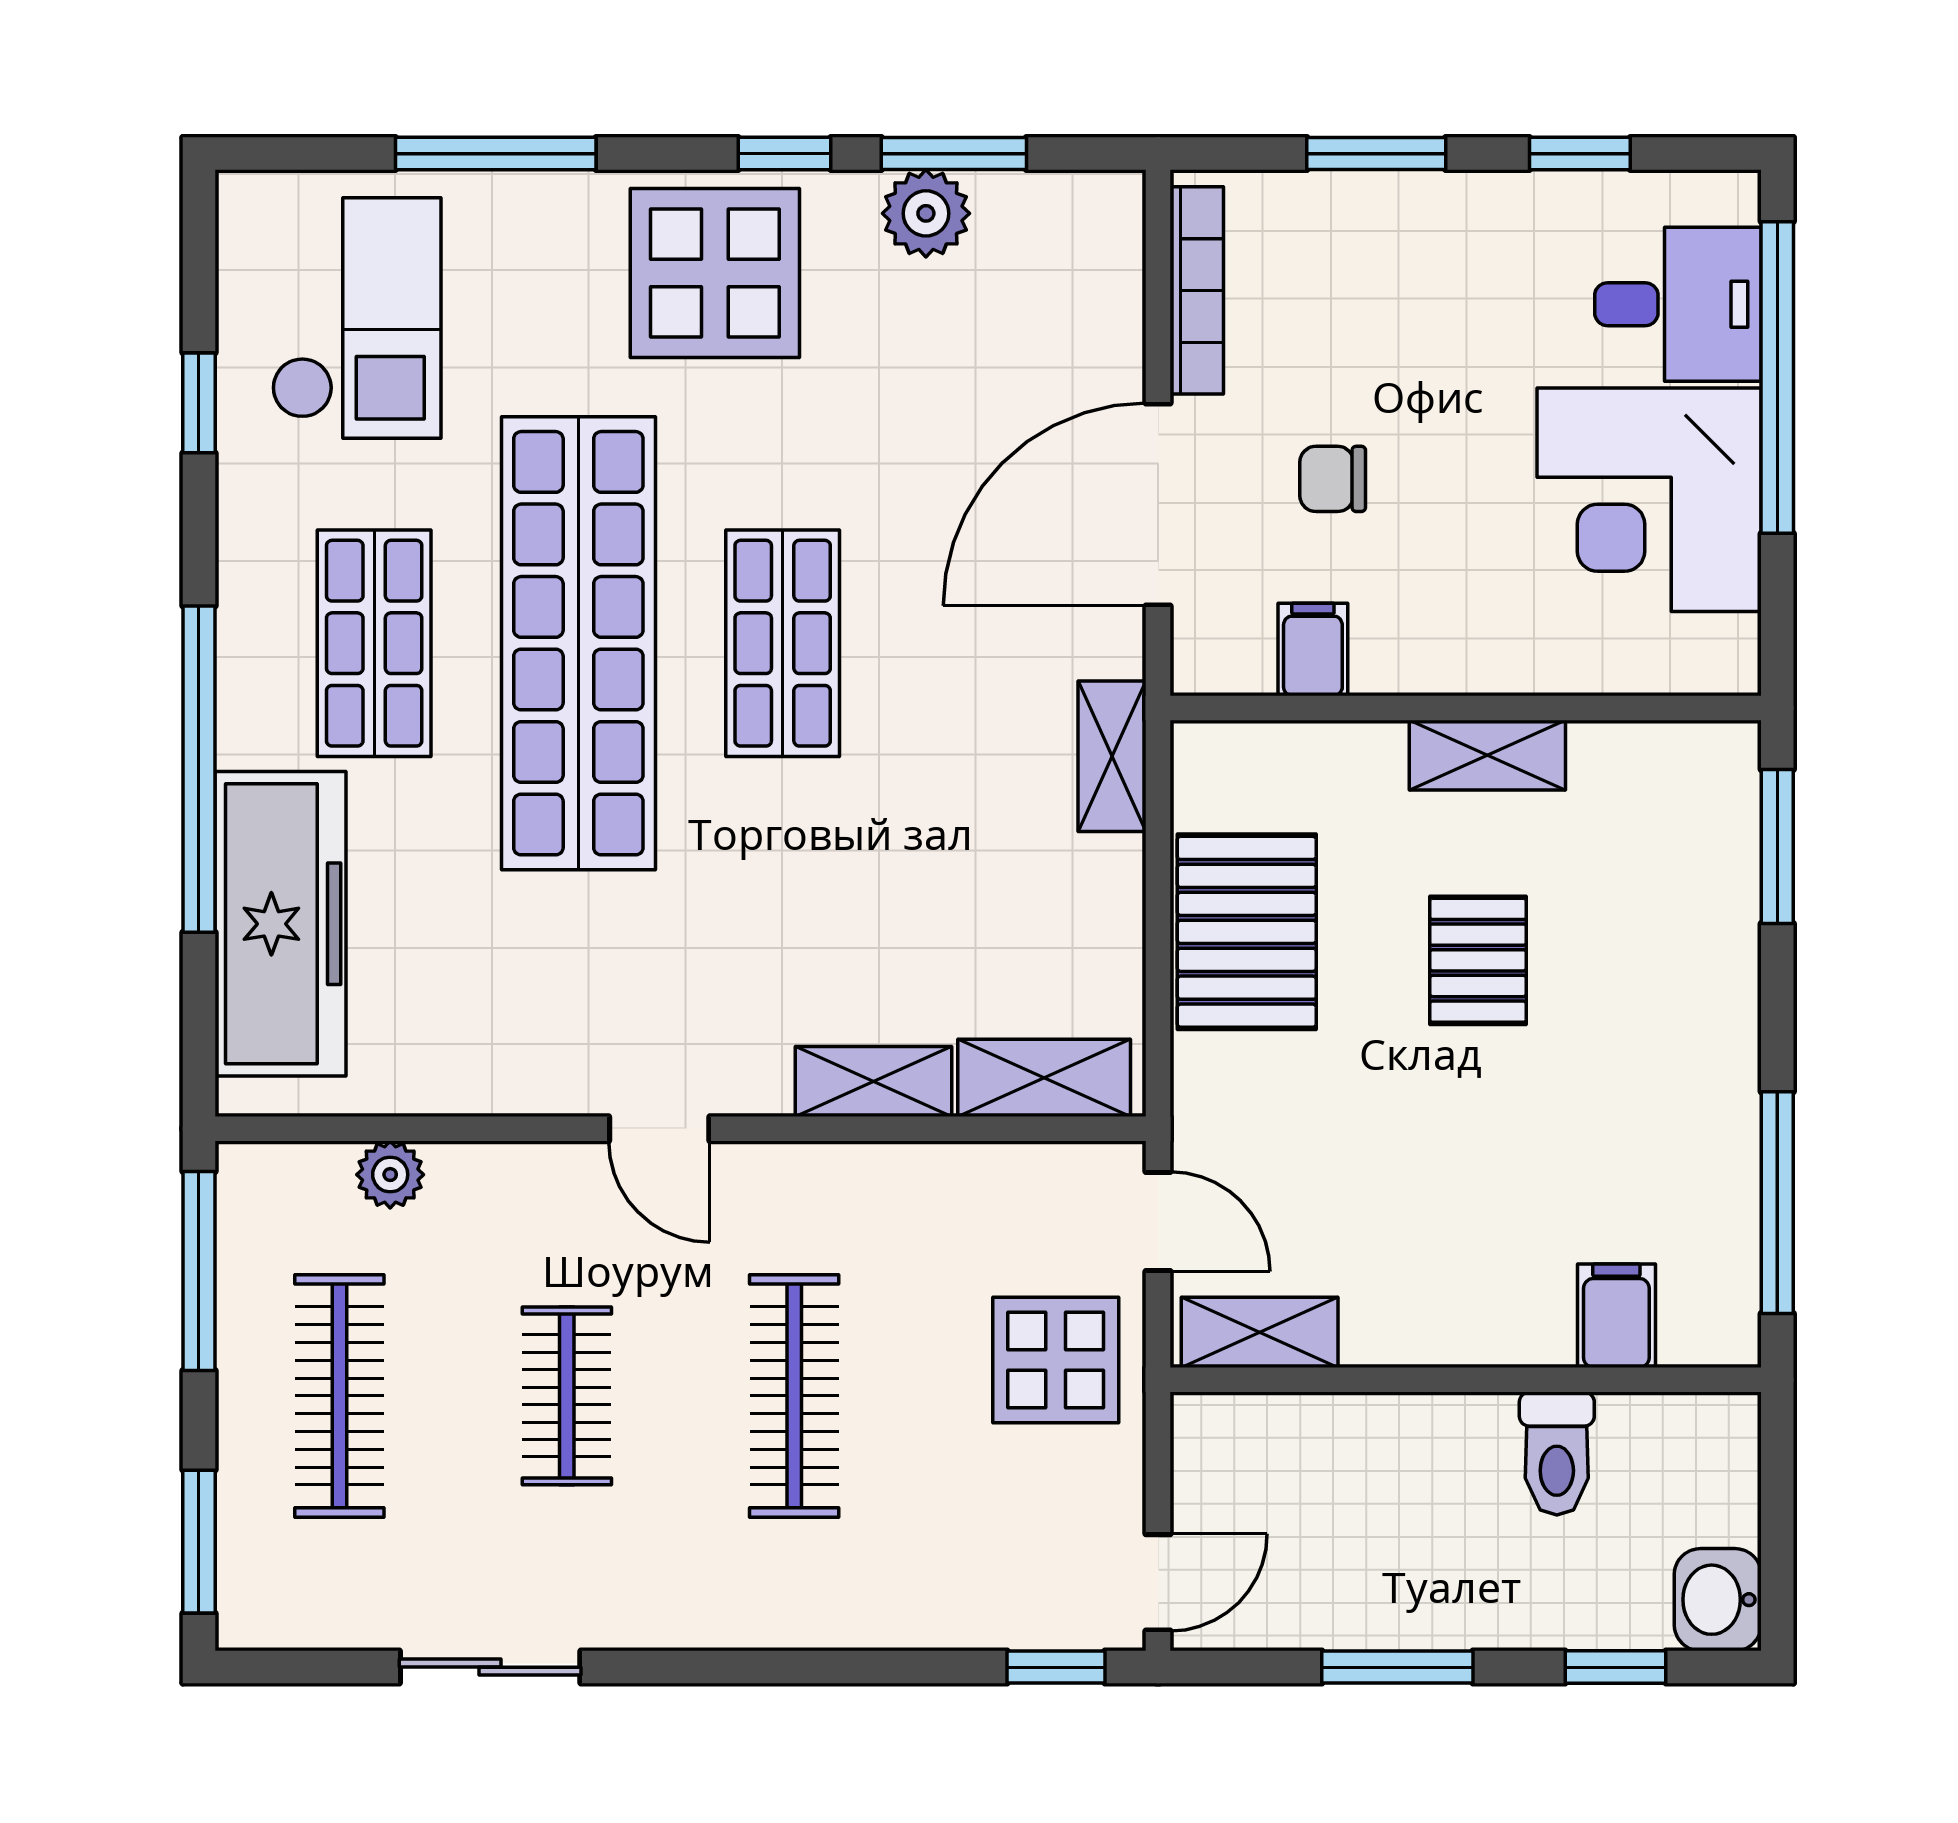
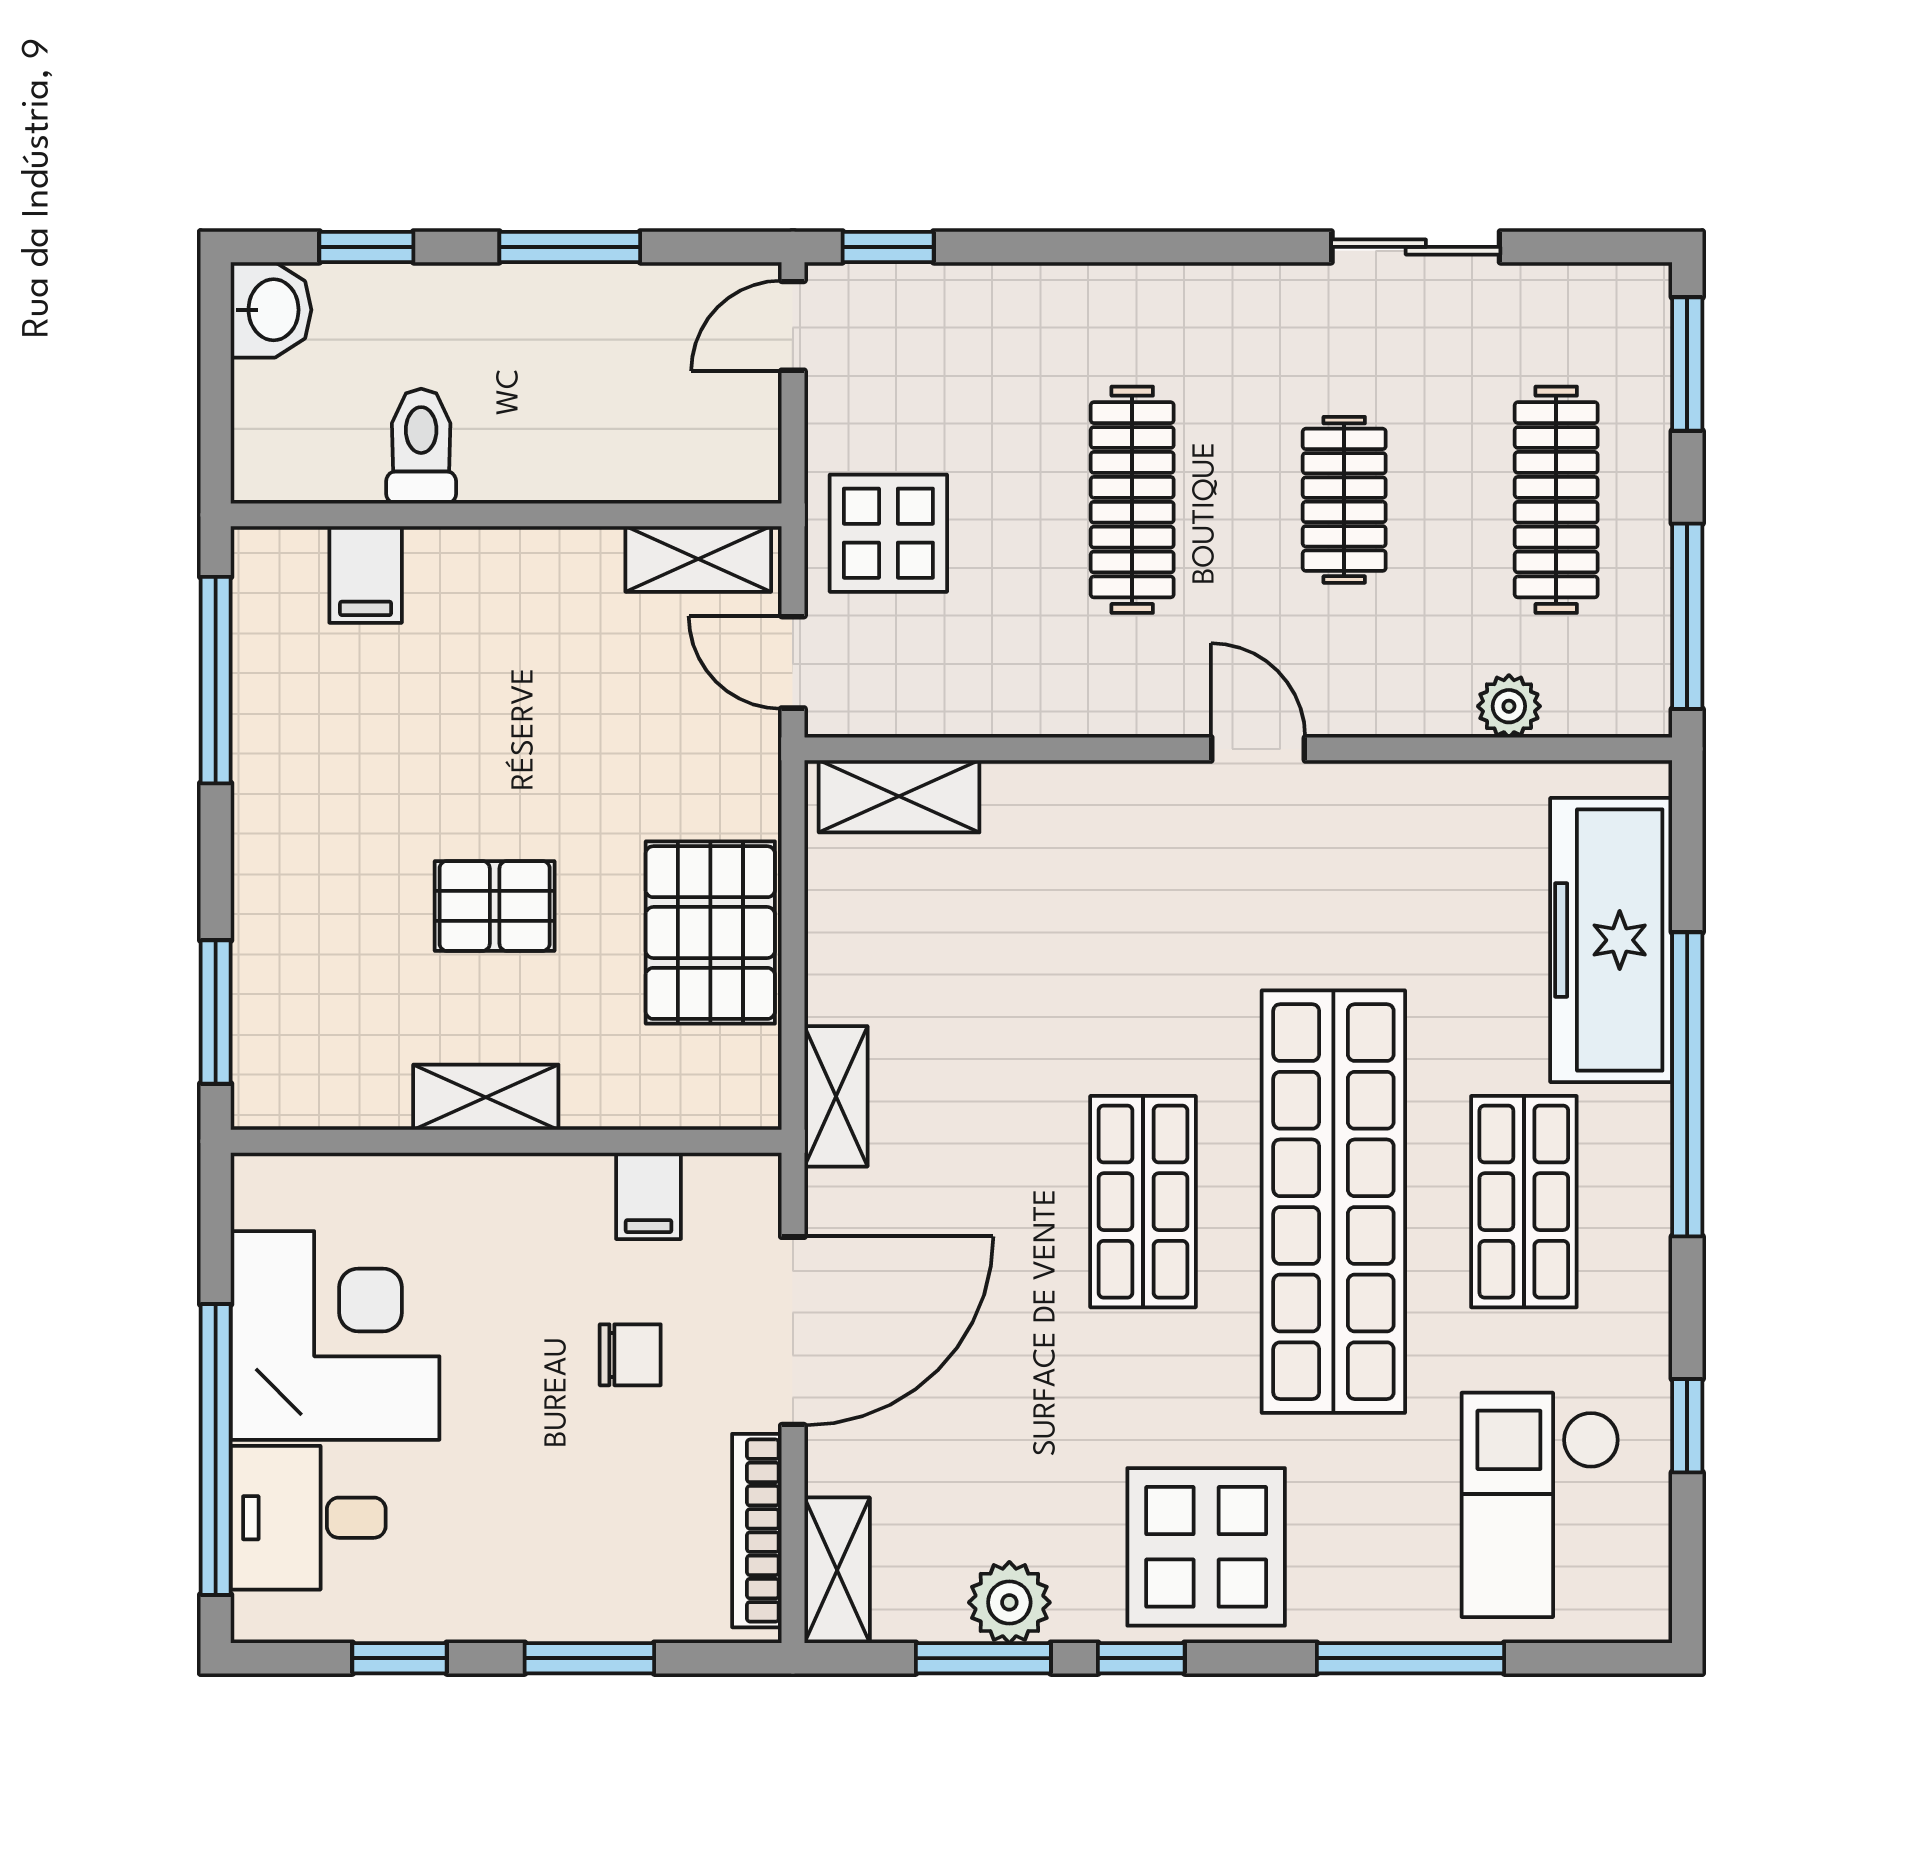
pallet: (1478, 960) -> (495, 906), turned 90
shelving: (873, 1082) -> (837, 1570), moved, turned 90

